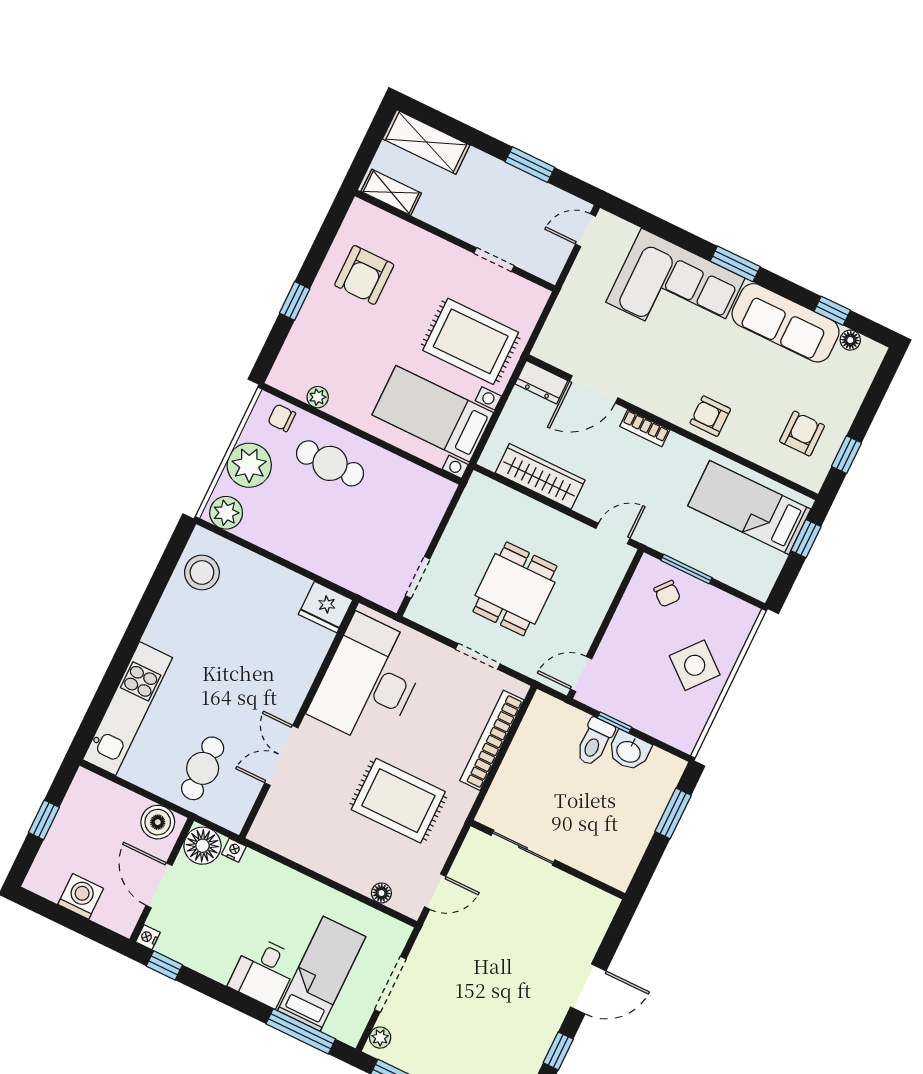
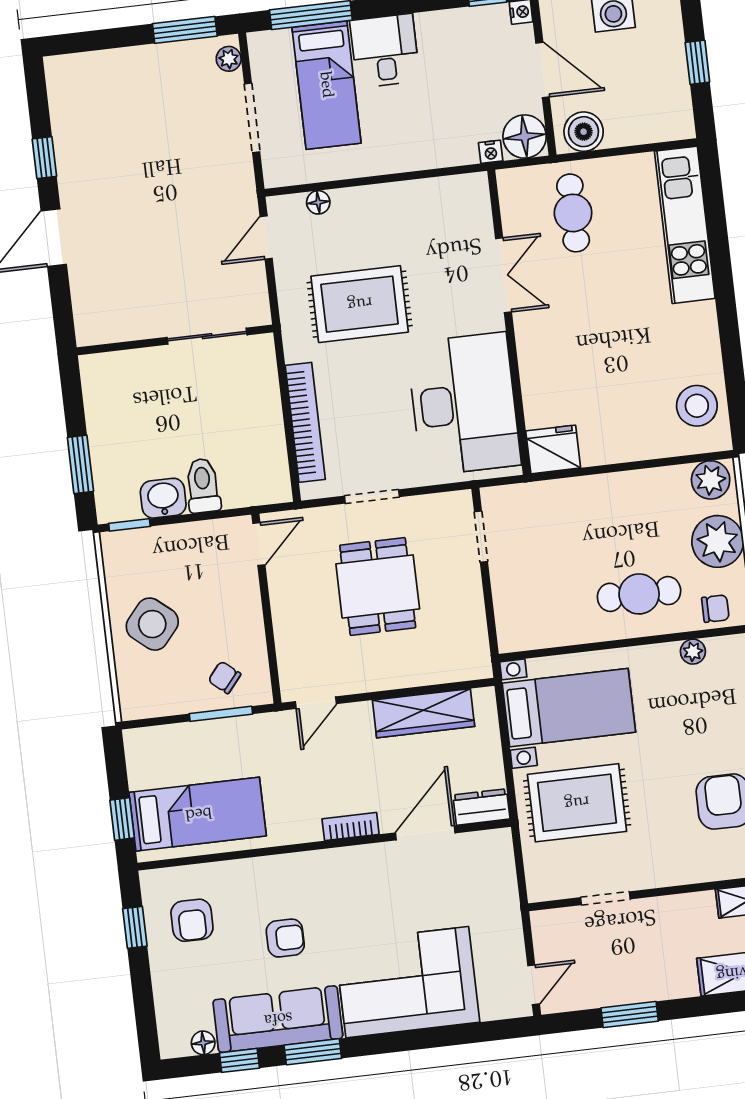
window: (735, 264) -> (313, 1052), moved
armchair: (710, 416) -> (285, 938), moved
window: (615, 722) -> (129, 525), moved

